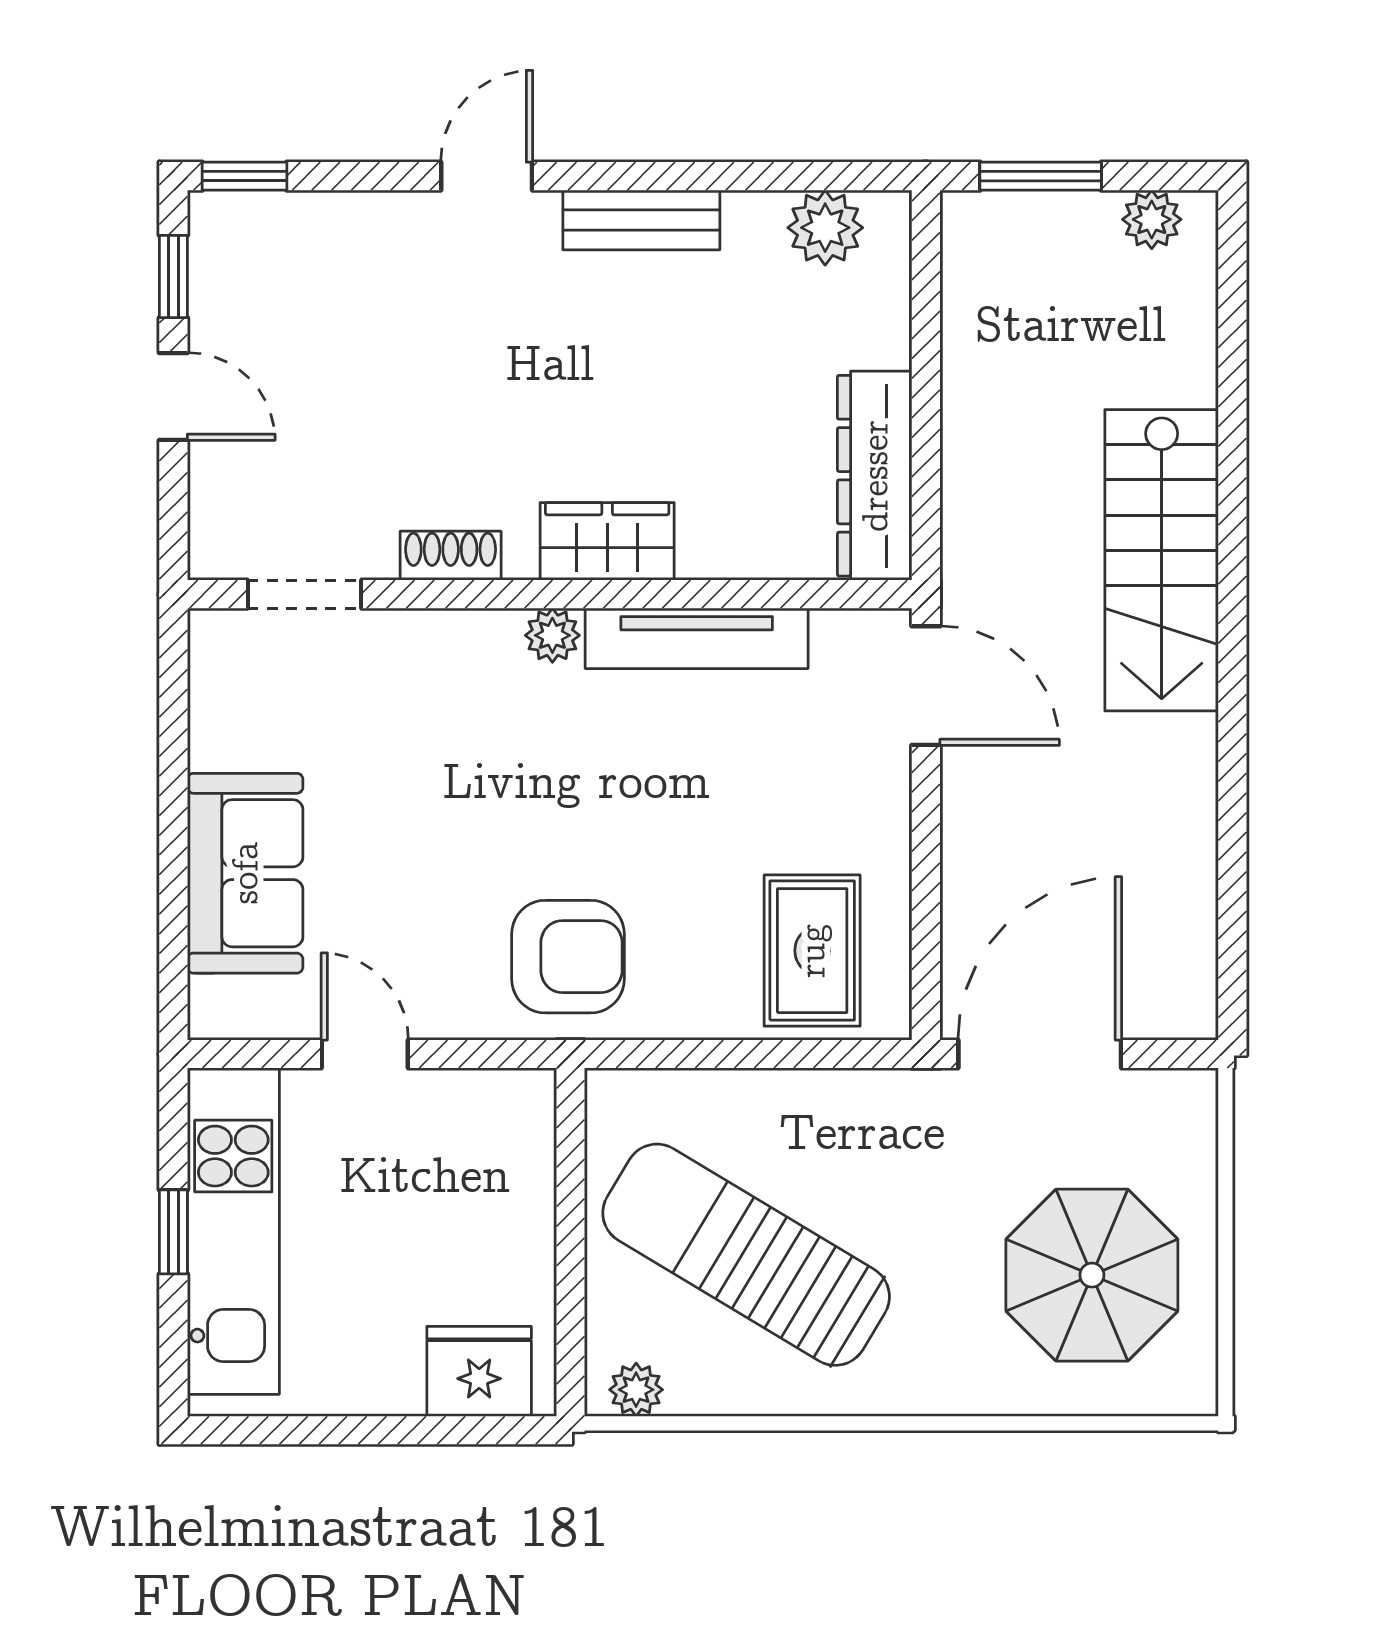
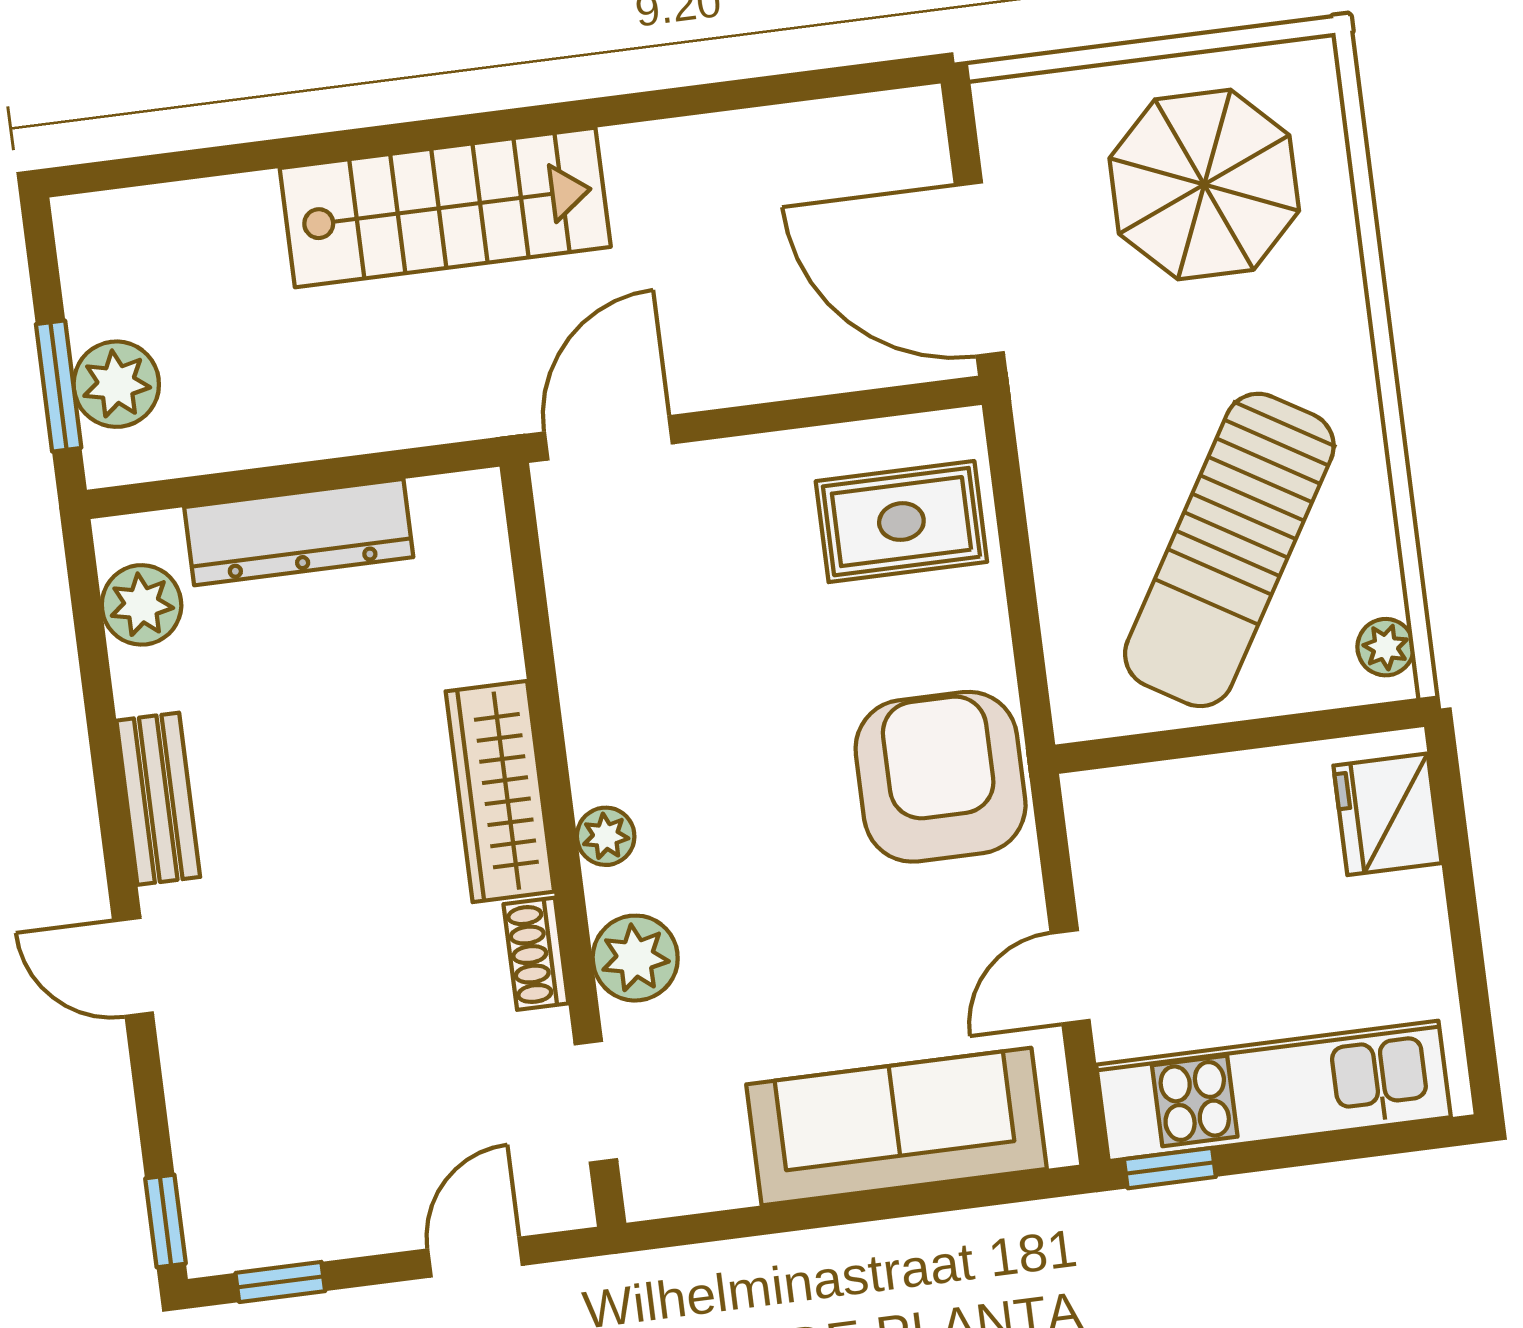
plant: (1152, 219) -> (116, 384), moved, width x1.38, depth x1.38
door: (173, 397) -> (475, 1257), moved
dresser: (875, 476) -> (299, 532), moved
wardrobe: (607, 541) -> (500, 791), width x1.50
tv unit: (697, 638) -> (589, 685), removed
plant: (435, 648) -> (635, 958), added
sofa: (245, 873) -> (896, 1127), width x1.36
armchair: (568, 957) -> (941, 777), width x1.36, depth x1.36
window: (173, 1232) -> (1170, 1168), moved

